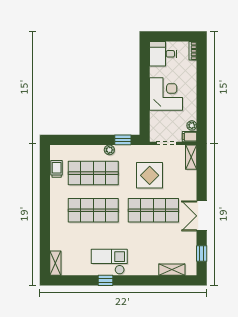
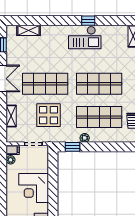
shelving: (191, 157) -> (11, 116), moved

